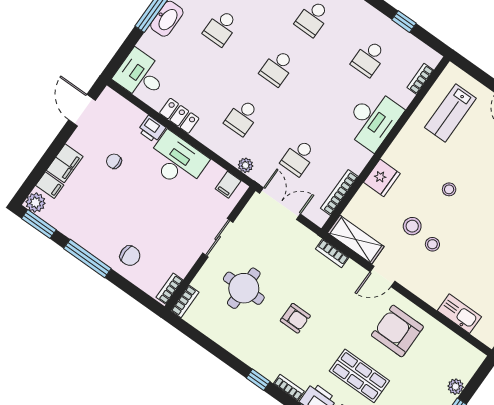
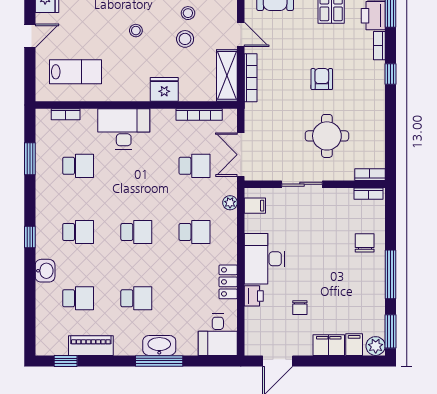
window: (404, 22) -> (30, 159), width x1.50
bookcase: (332, 253) -> (251, 78), width x1.56

